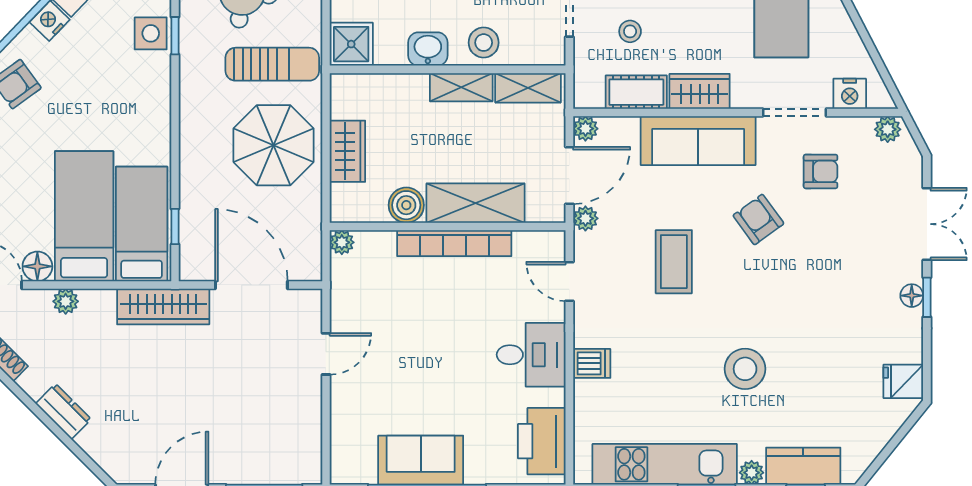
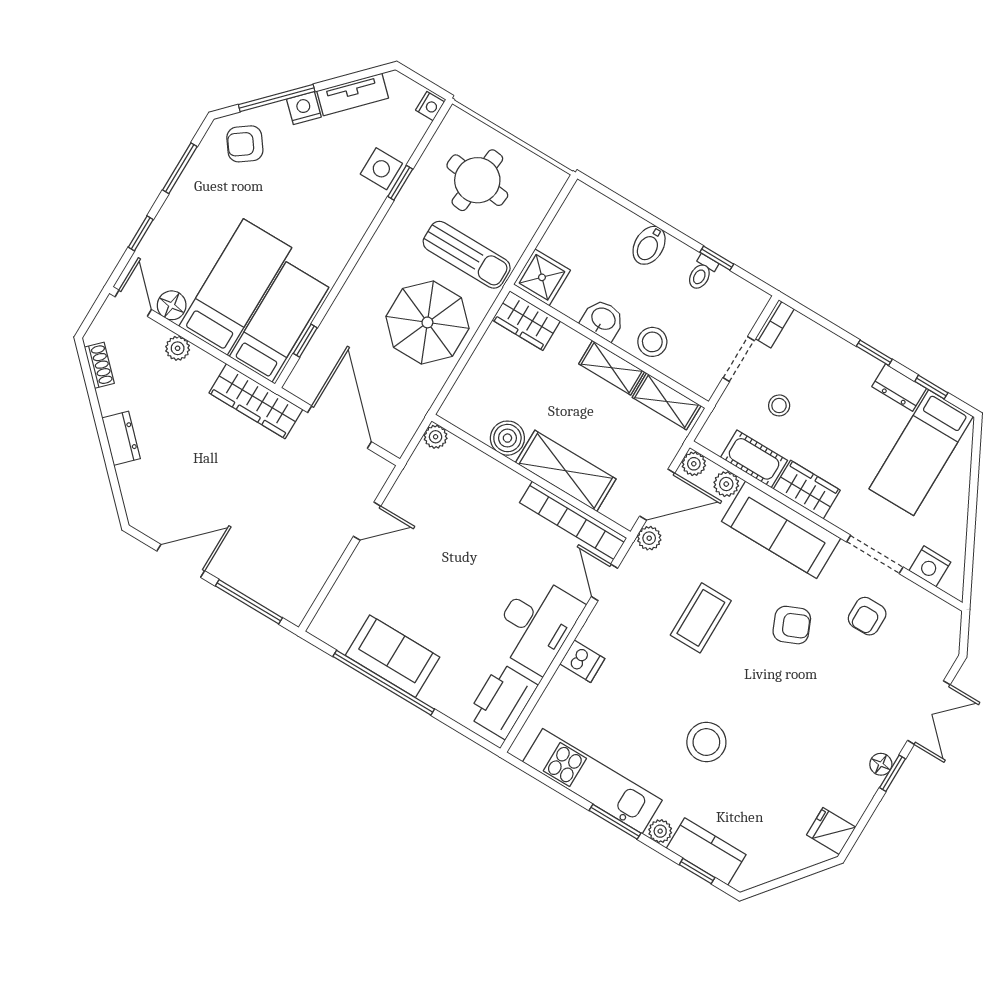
plant: (888, 129) -> (726, 484), moved
wardrobe: (347, 151) -> (526, 321), moved, turned 90
armchair: (821, 171) -> (867, 616), turned 90
armchair: (758, 219) -> (792, 625), turned 103
bookcase: (454, 243) -> (573, 520), moved
desk: (531, 355) -> (536, 624), width x1.37

